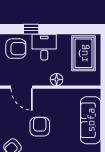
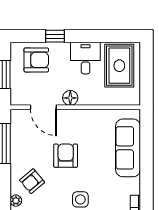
desk: (44, 47) -> (85, 58), moved
floor lamp: (57, 80) -> (70, 98), moved

